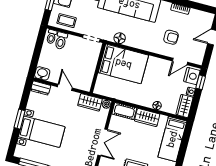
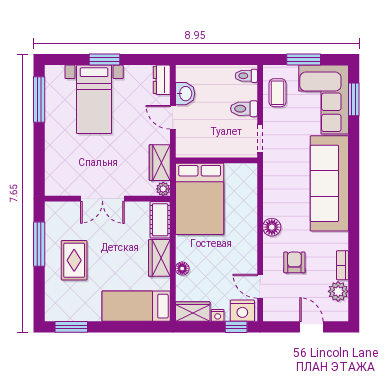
plant: (195, 15) -> (338, 291), added
armchair: (171, 37) -> (294, 262), turned 180
floor lamp: (120, 38) -> (272, 227), moved
toilet: (61, 41) -> (244, 109), moved
bed: (123, 64) -> (200, 199), moved
washbasin: (42, 73) -> (185, 94), moved
door: (65, 87) -> (173, 117), swing flipped

